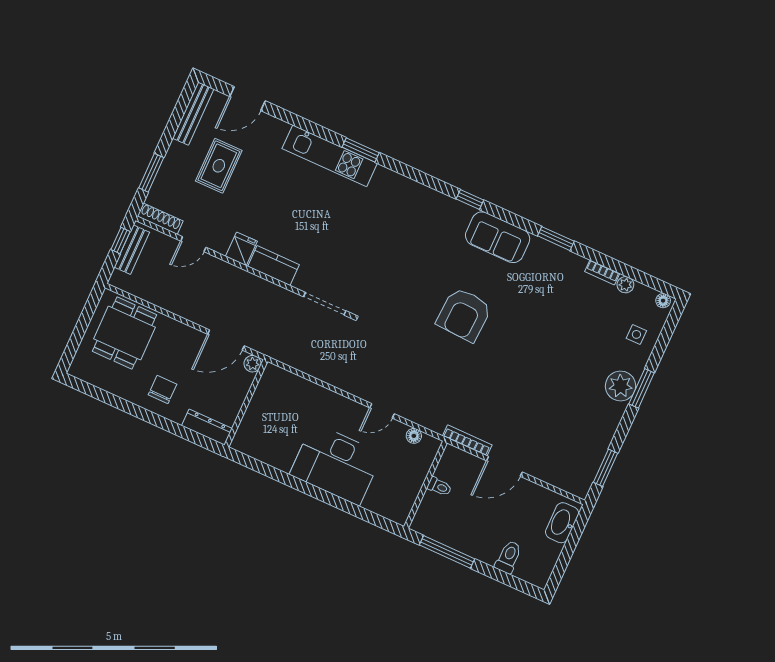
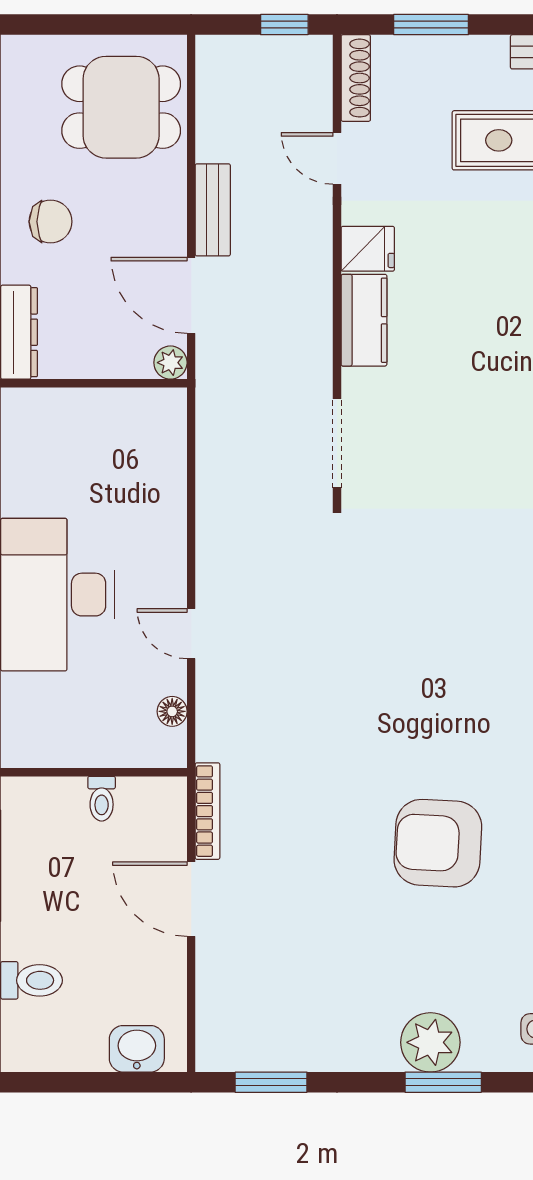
bench: (132, 250) -> (213, 210), moved, turned 90
armchair: (464, 314) -> (438, 843), moved
washbasin: (562, 523) -> (137, 1049), width x0.72

